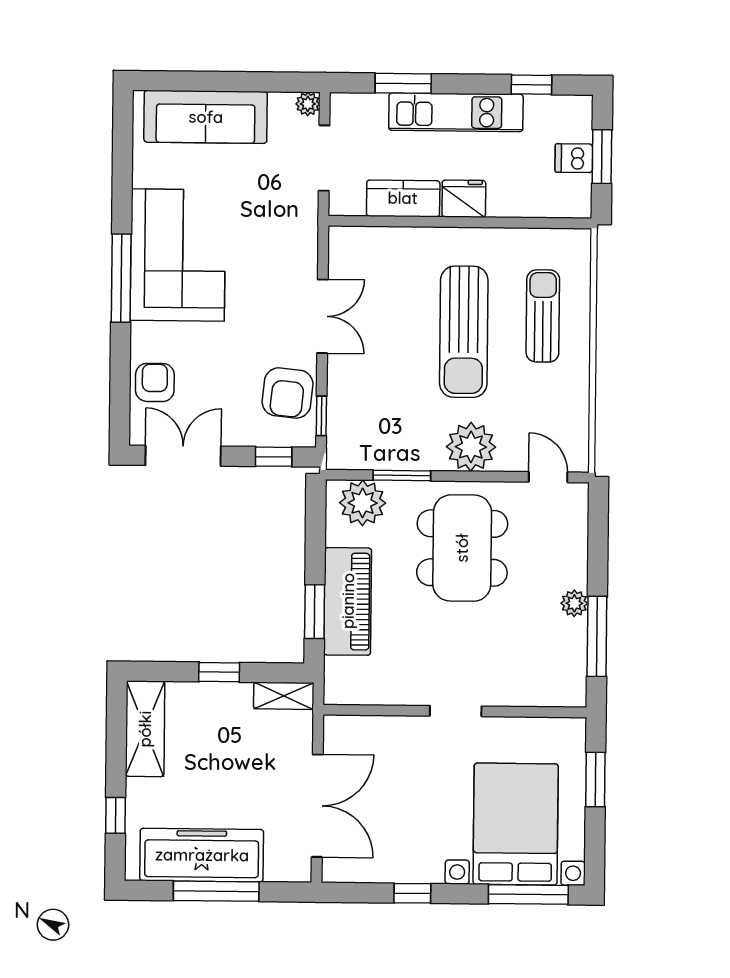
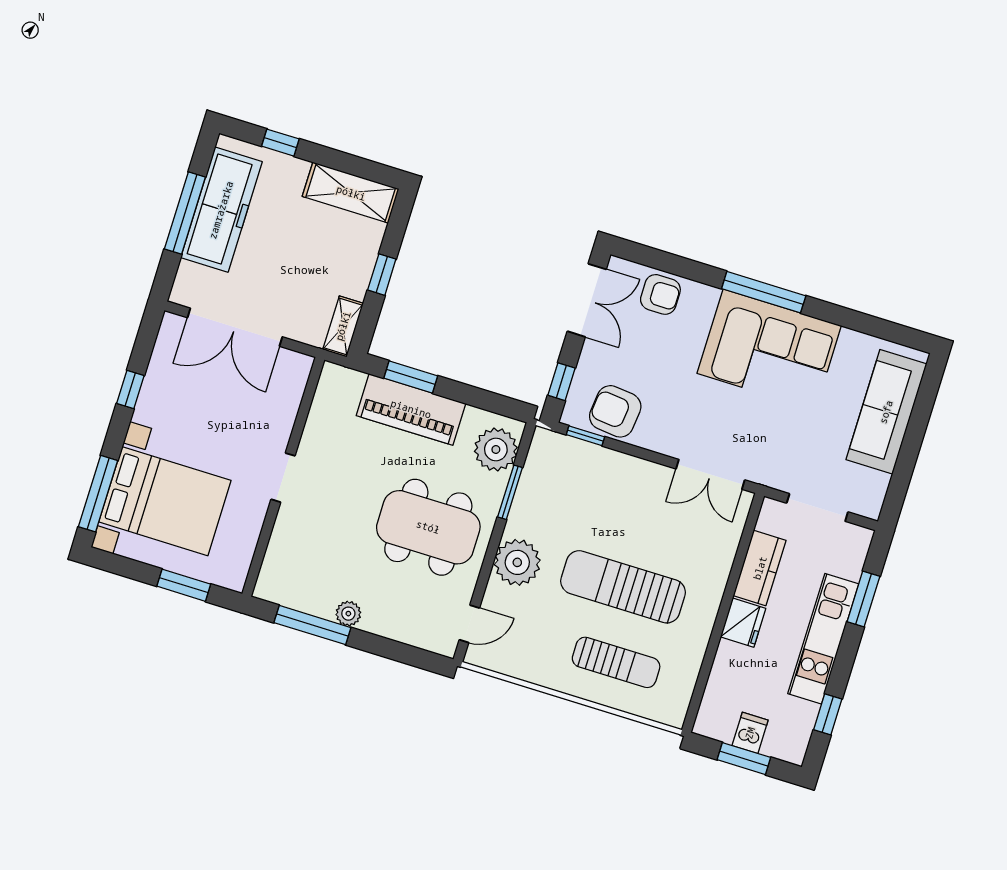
plant: (308, 104) -> (871, 507), removed
double door: (322, 316) -> (710, 474), moved

